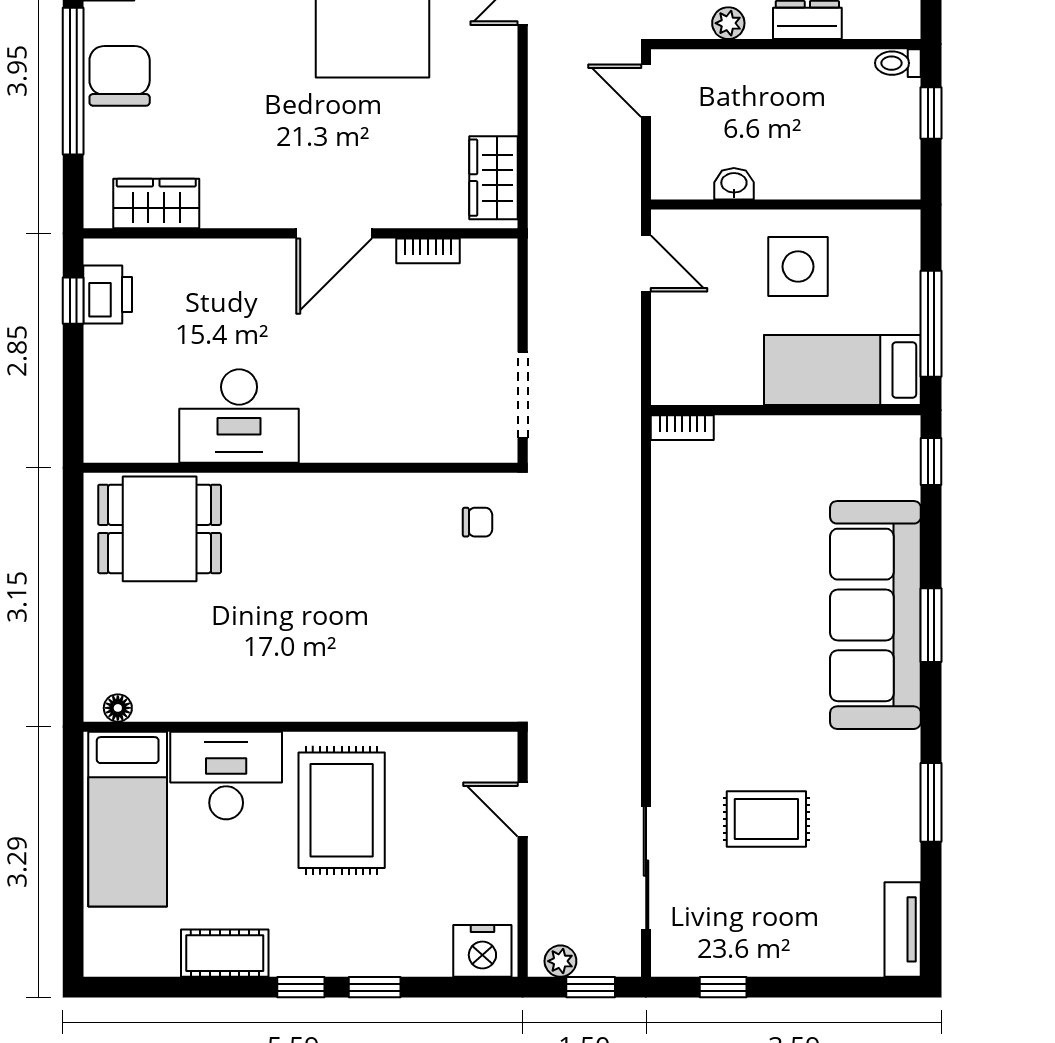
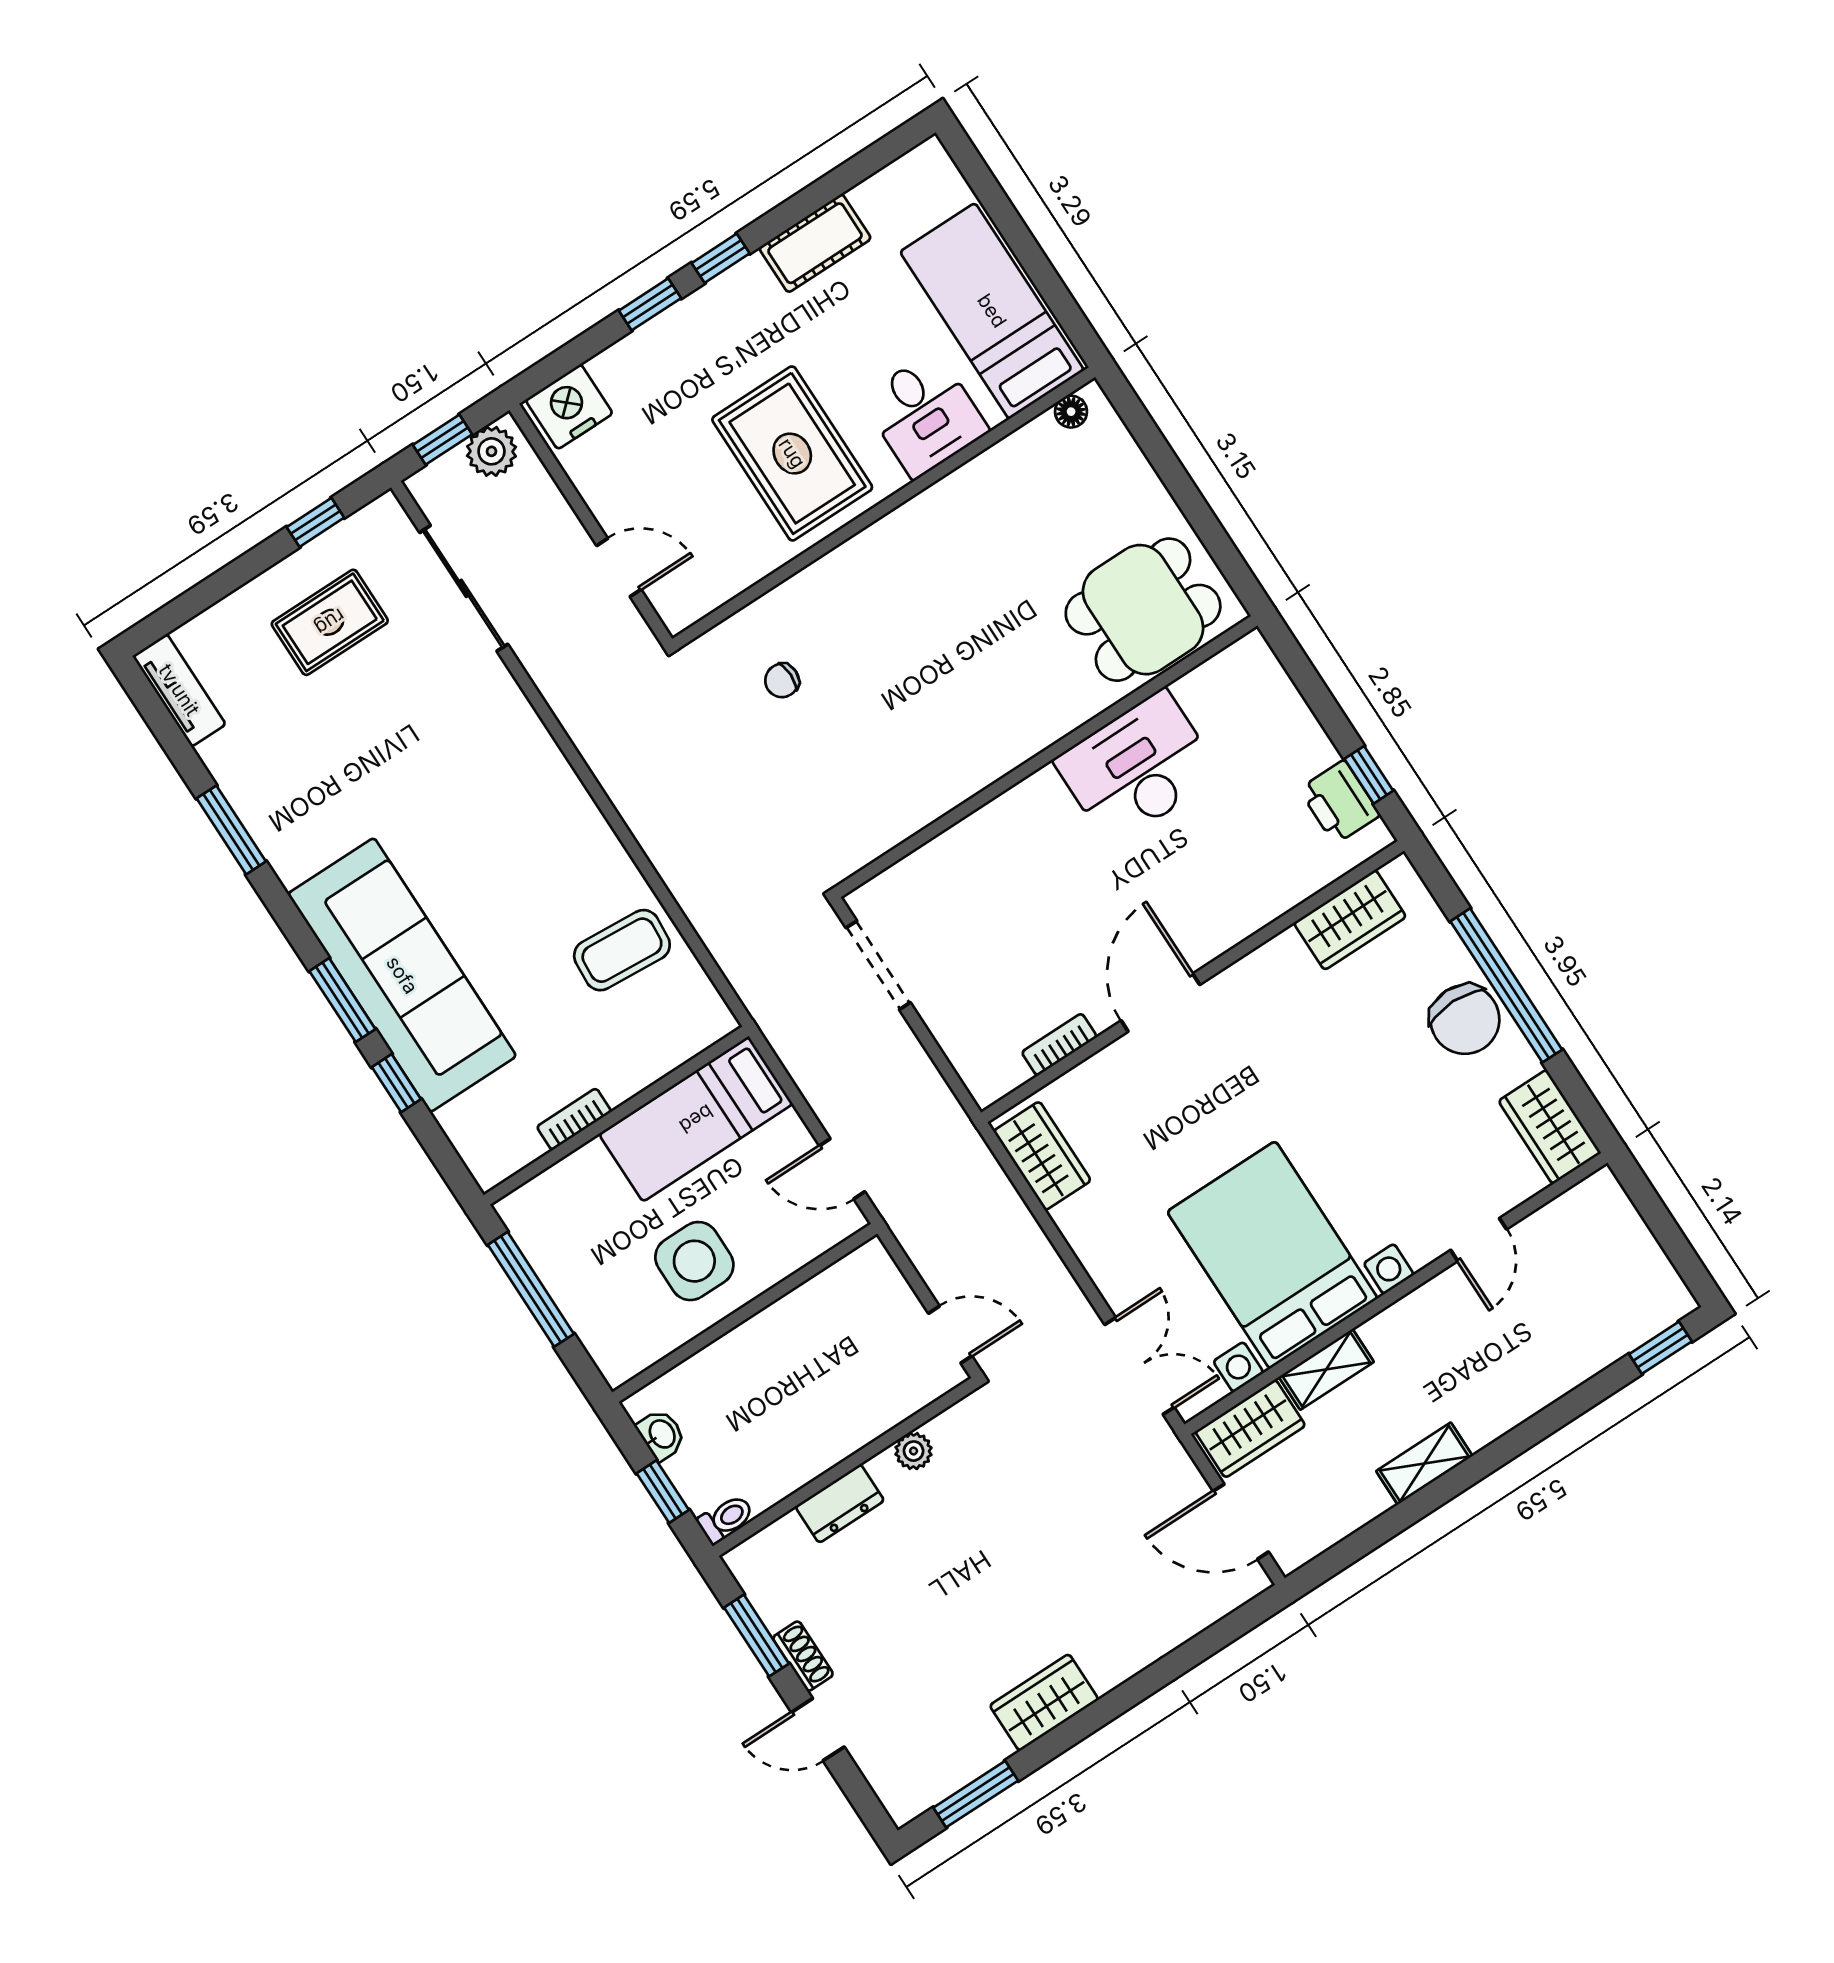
washbasin: (734, 184) -> (661, 1435), moved, turned -90
bed: (842, 370) -> (696, 1119), moved, turned 180
bookcase: (682, 428) -> (574, 1119), moved
window: (931, 462) -> (396, 1083), moved
chair: (477, 522) -> (782, 681), moved
coffee table: (703, 528) -> (622, 950), added
desk: (226, 776) -> (925, 414), width x0.73
rug: (766, 819) -> (330, 622), moved
plant: (560, 961) -> (491, 451), width x1.38, depth x1.38

